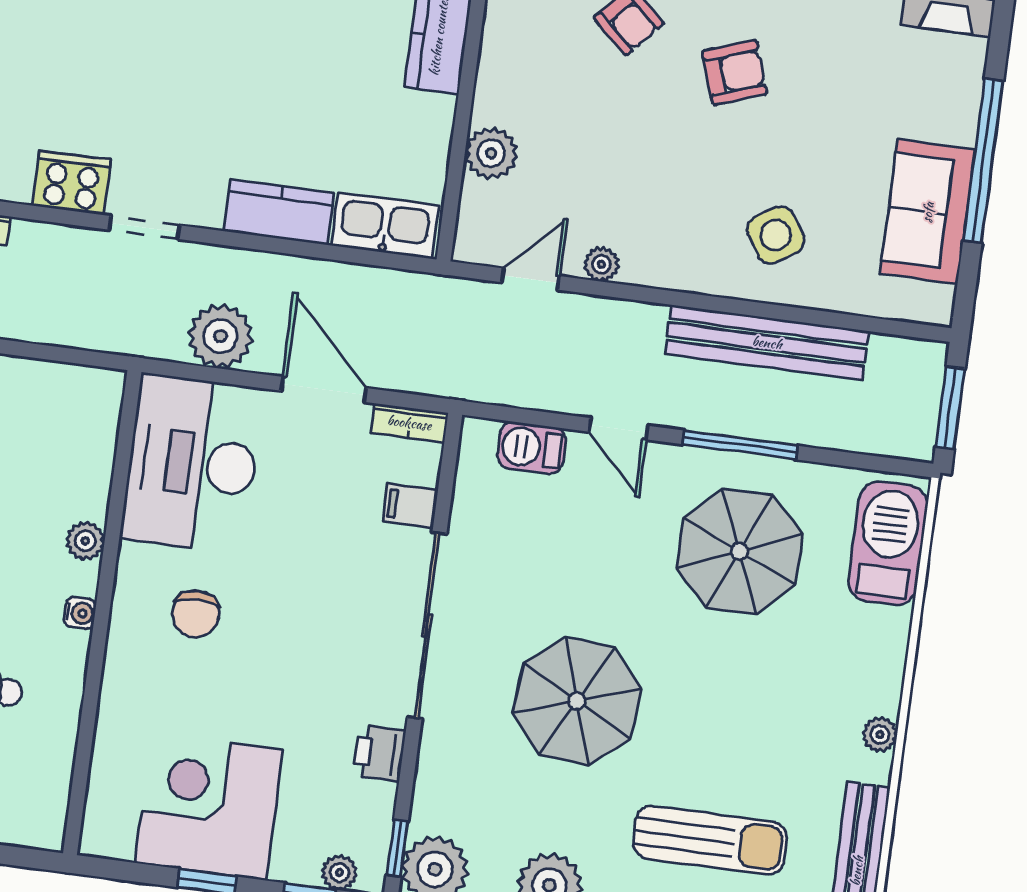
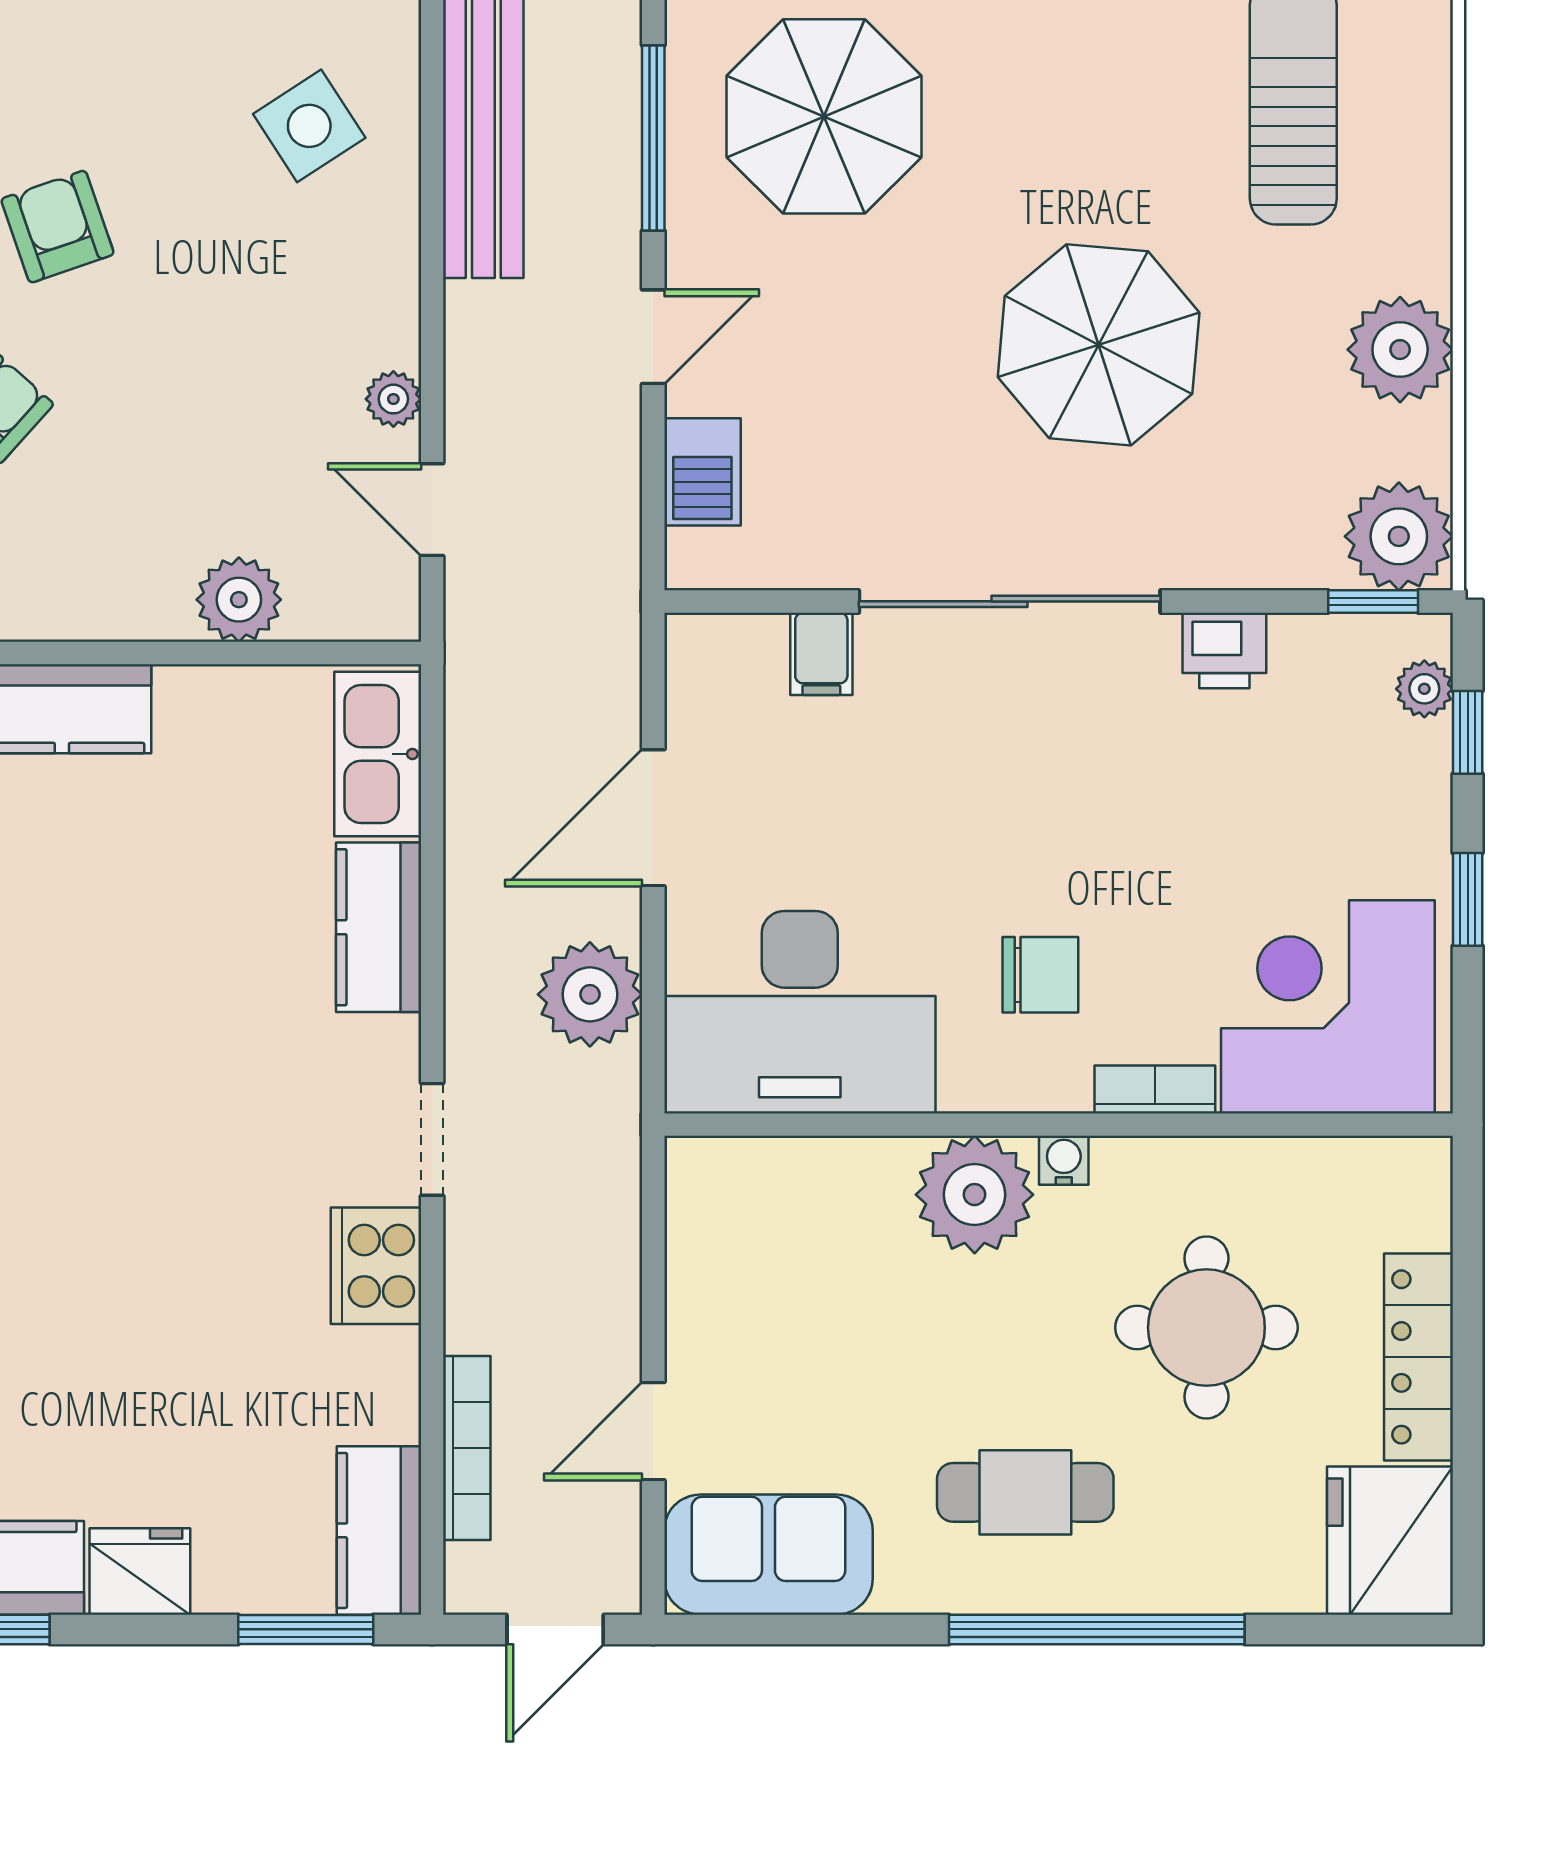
bookcase: (409, 423) -> (1155, 1090), moved, turned -90
plant: (85, 541) -> (975, 1195), width x1.87, depth x1.87
corner desk: (209, 806) -> (1328, 1007), moved, turned 90

